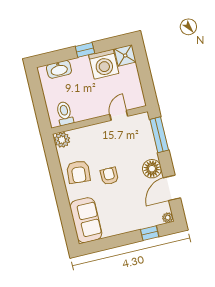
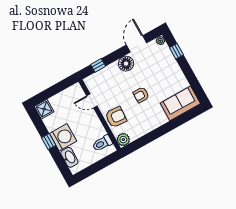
washing machine: (104, 64) -> (63, 137), moved
window: (159, 135) -> (98, 65), width x0.46
armchair: (78, 172) -> (116, 117), moved
door: (172, 188) -> (136, 44), swing flipped

